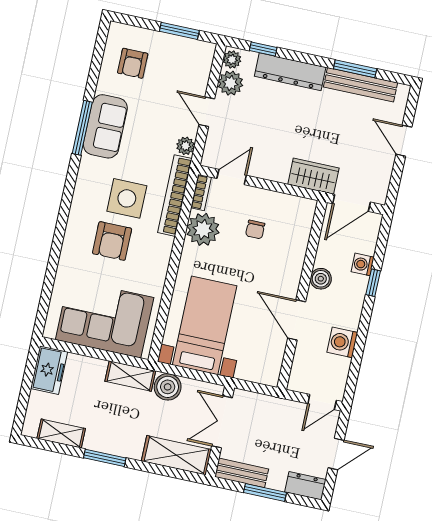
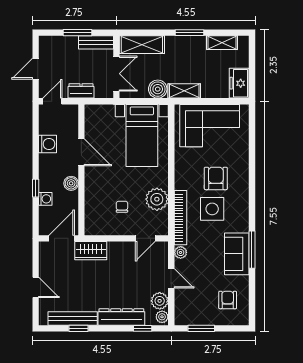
window: (355, 69) -> (79, 328), width x0.67
bookcase: (201, 193) -> (163, 224), removed
dresser: (305, 486) -> (81, 91), moved, turned 180

